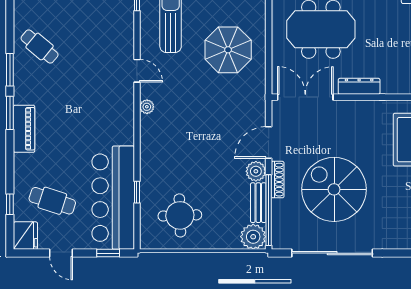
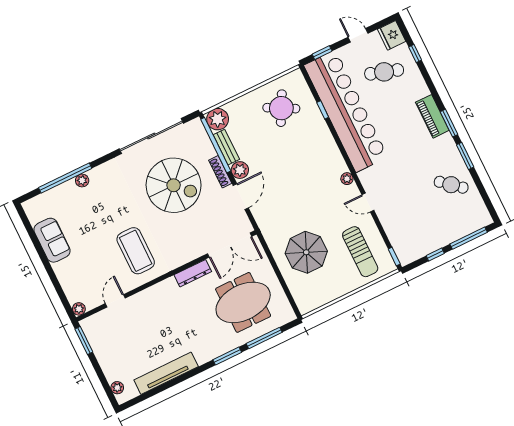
bar counter: (113, 198) -> (346, 111), width x1.36
round table: (180, 215) -> (281, 108), turned 30

